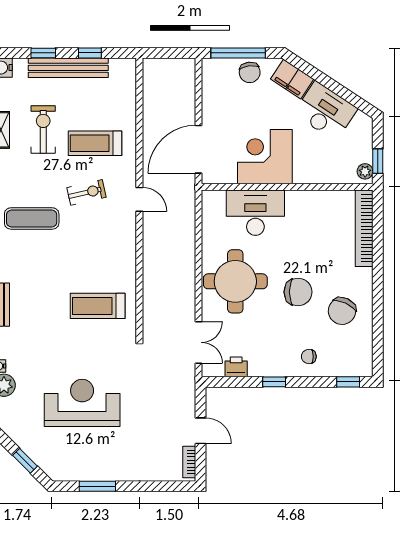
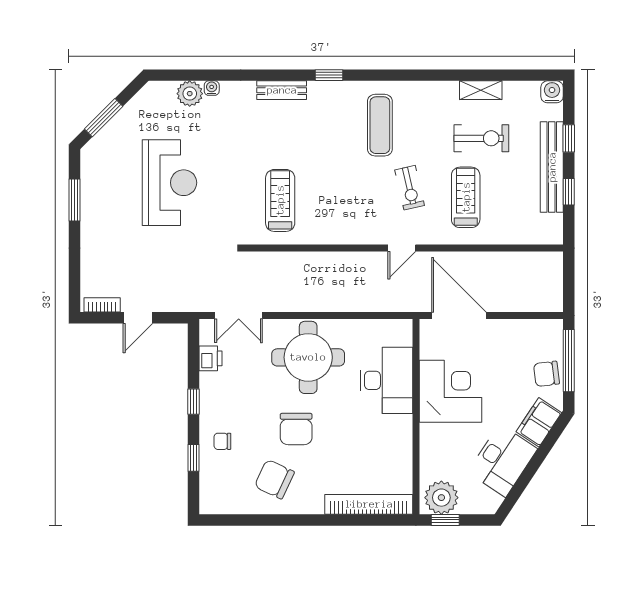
plant: (365, 171) -> (441, 498), width x1.88, depth x1.88
chair: (309, 357) -> (222, 441), turned -90
window: (348, 382) -> (194, 458), moved
window: (25, 461) -> (104, 118), width x1.50

